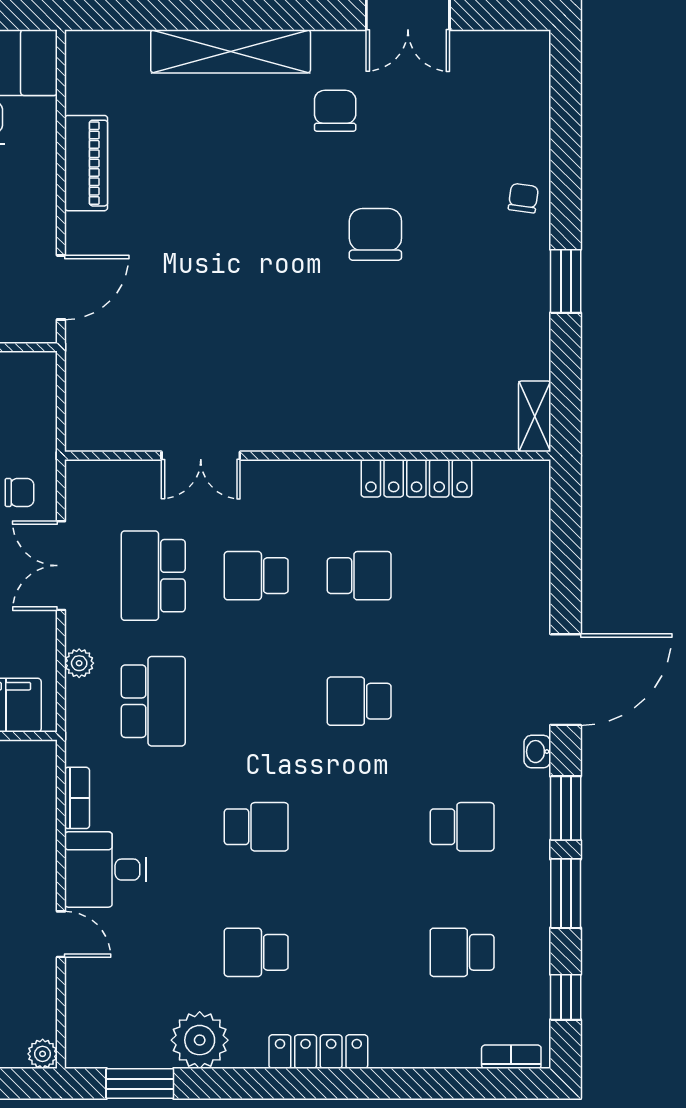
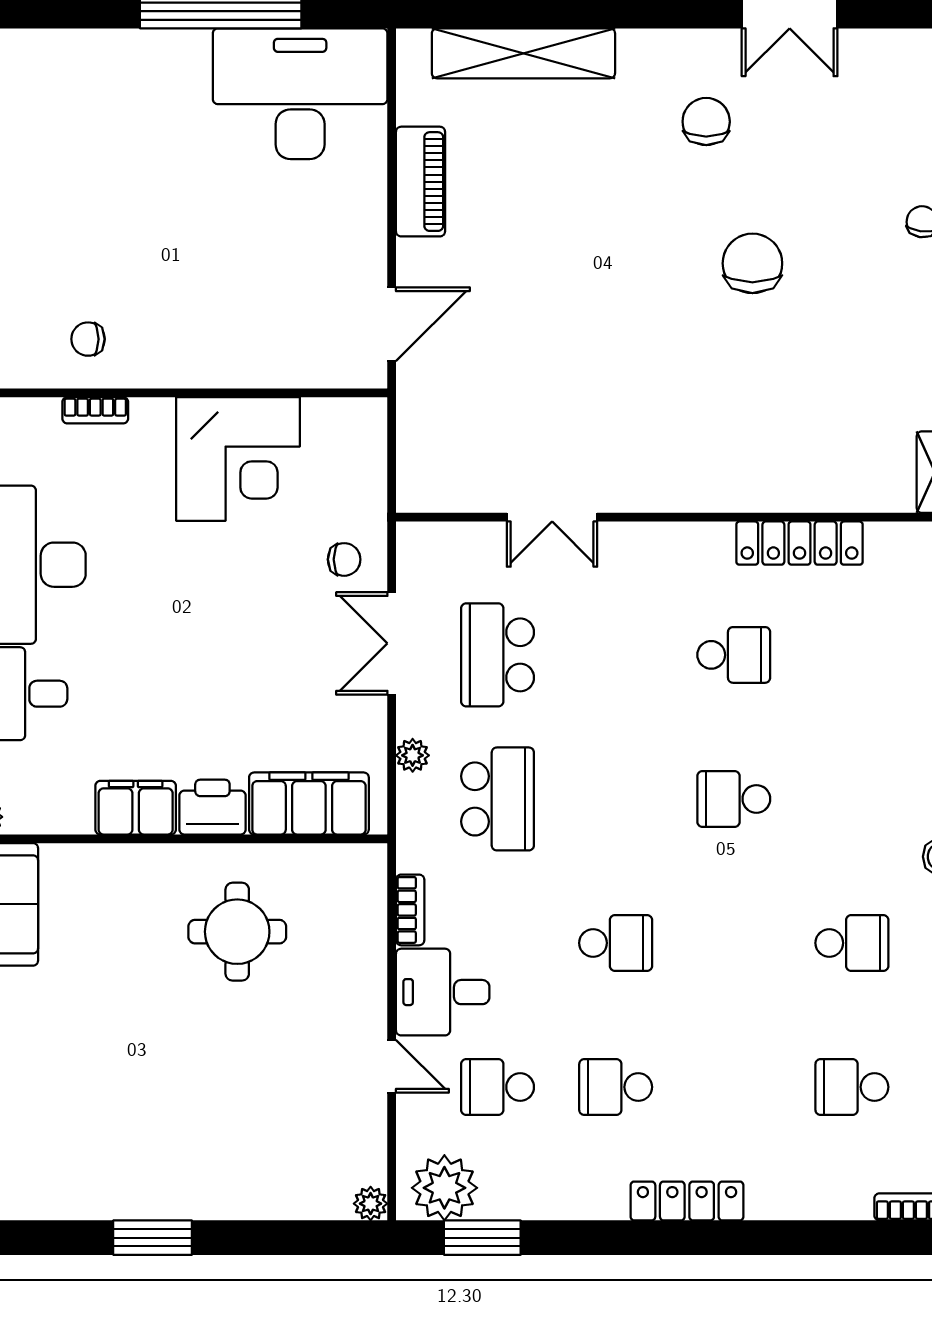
shelving: (231, 51) -> (523, 53), moved
school desk: (256, 576) -> (498, 1087), moved
plant: (200, 1040) -> (444, 1188), moved

